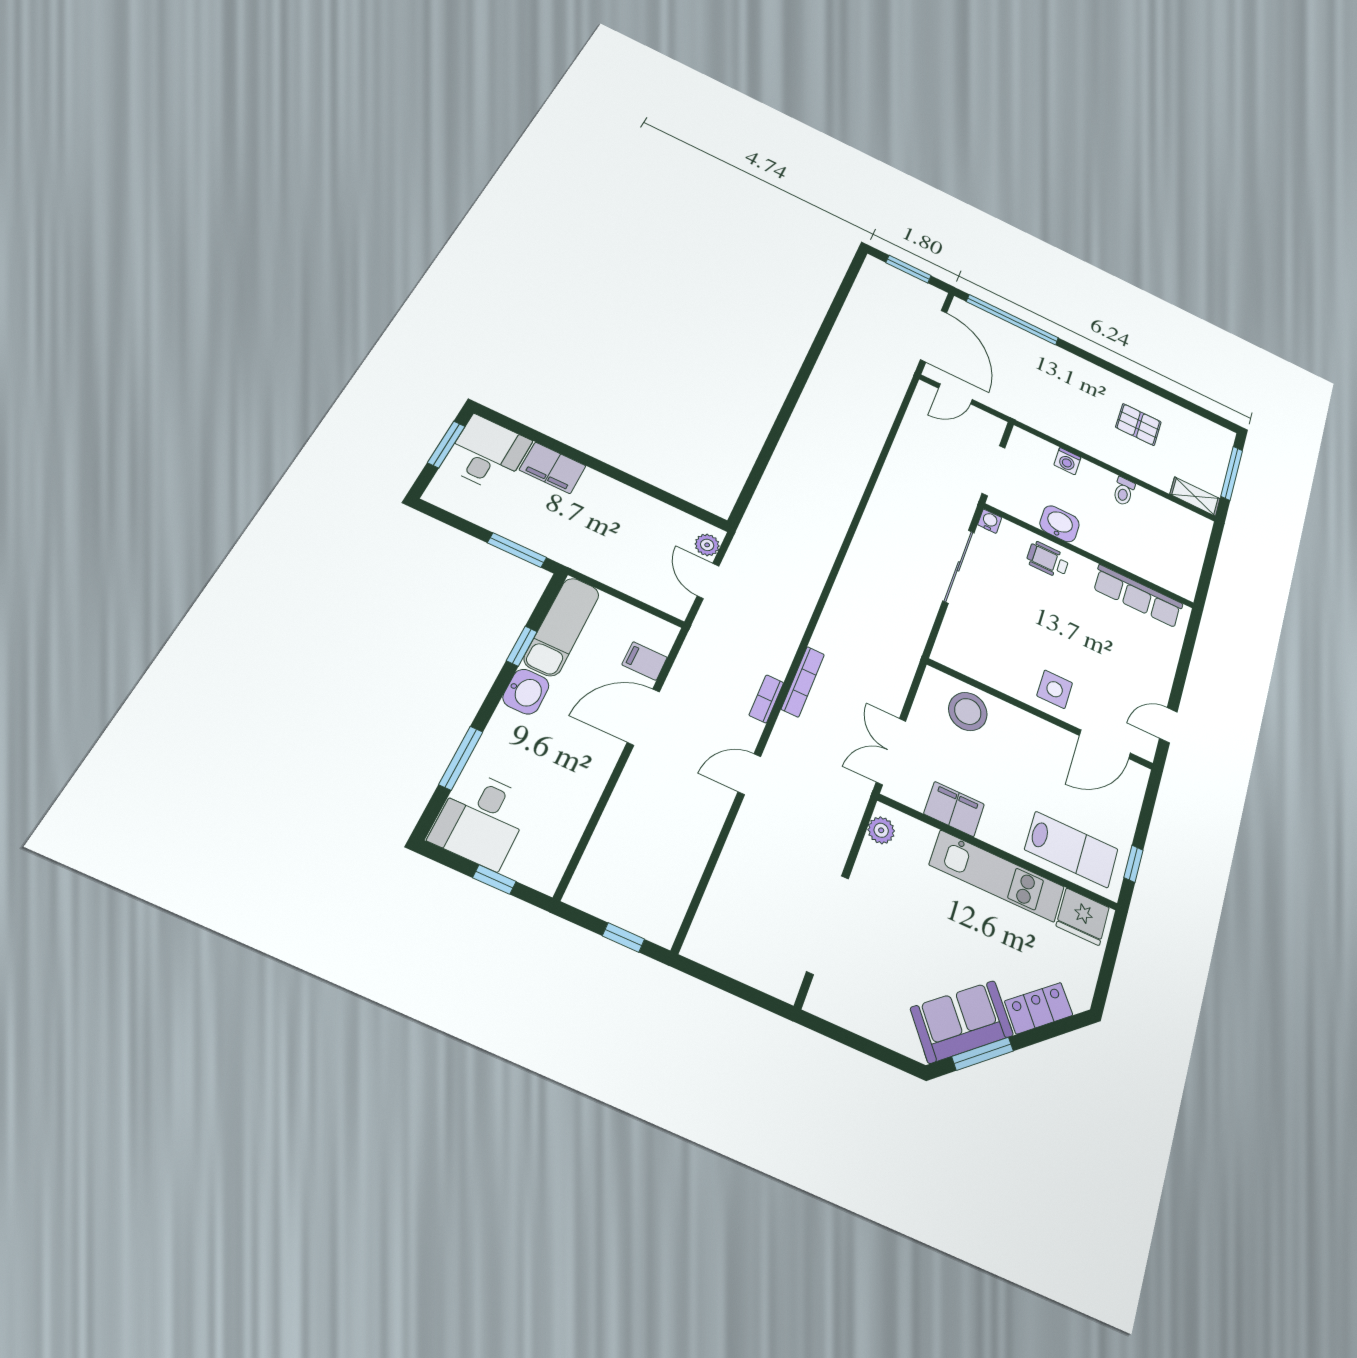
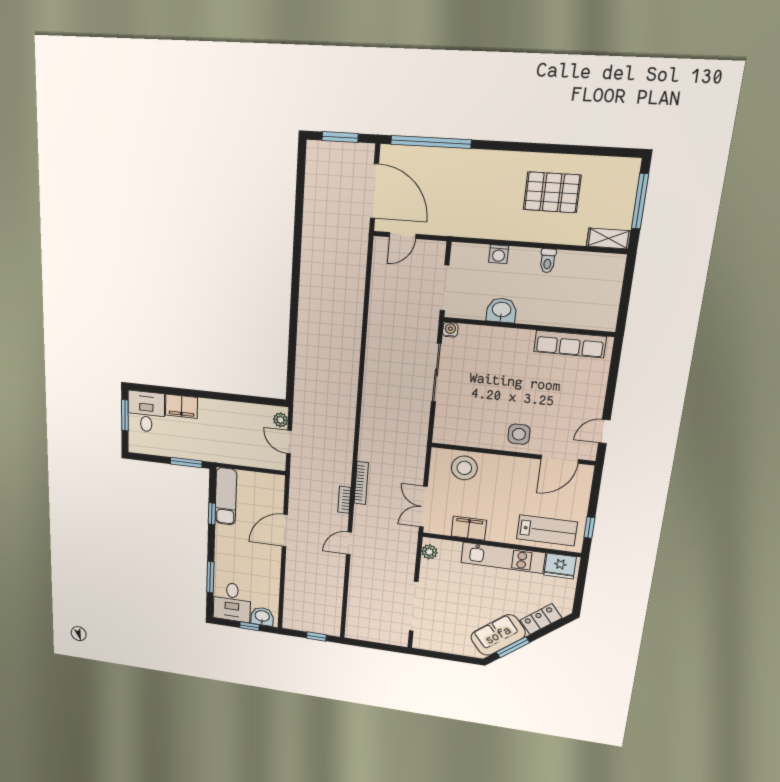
pallet: (1138, 425) -> (552, 192), width x1.50, depth x1.42
wheelchair: (1048, 560) -> (498, 342), removed
filing cabinet: (645, 661) -> (274, 501), removed
washbasin: (526, 692) -> (262, 616), moved, turned -90

